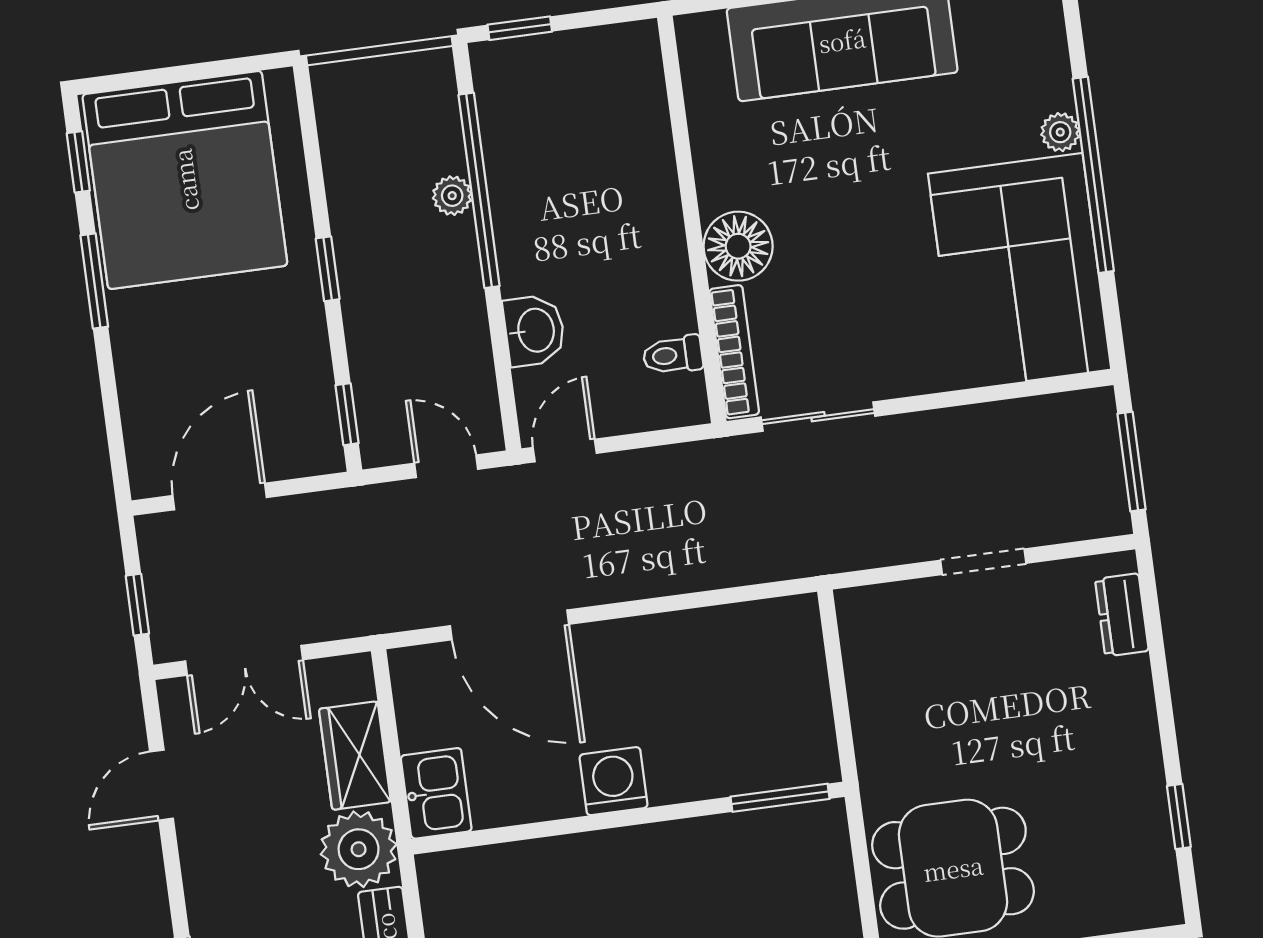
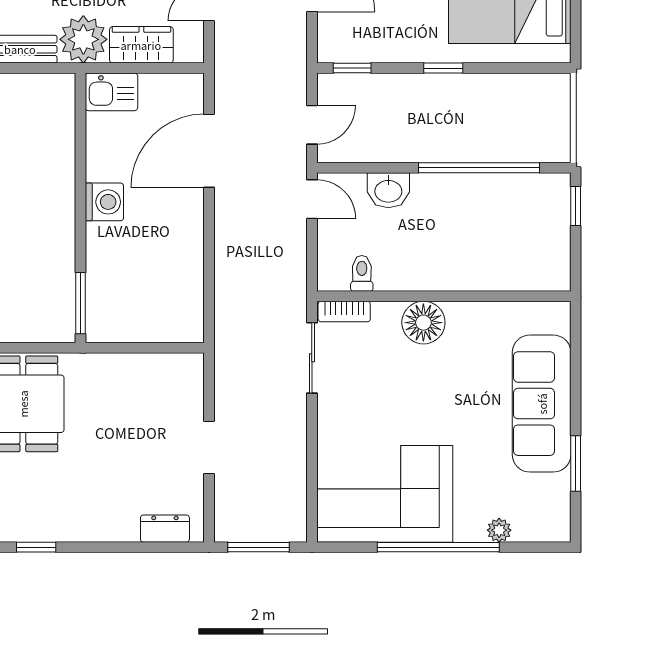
plant: (1060, 132) -> (499, 530), moved
plant: (452, 196) -> (478, 151), removed
bookcase: (734, 352) -> (344, 312), width x0.64

